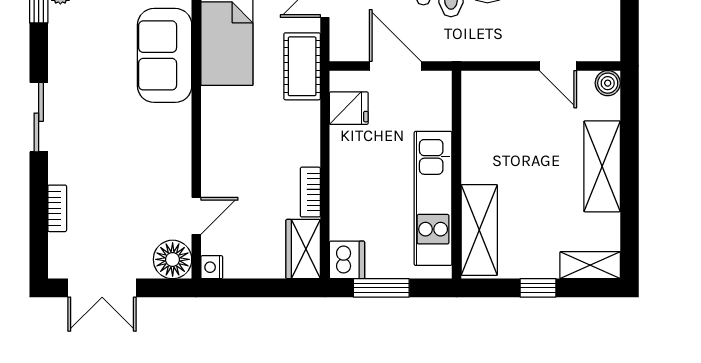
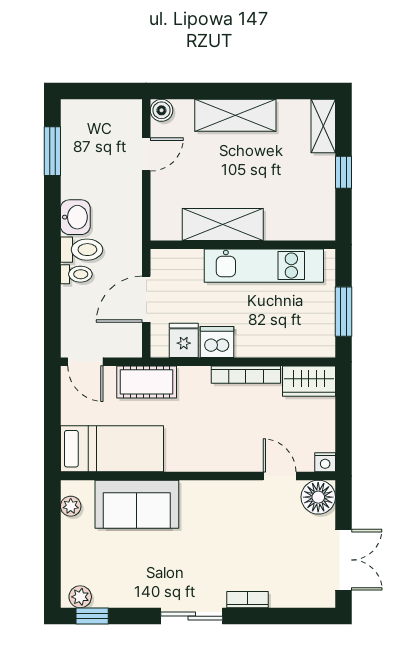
bookcase: (310, 192) -> (246, 375), width x1.56
bookcase: (57, 208) -> (248, 600), moved
shelving: (479, 230) -> (223, 224), moved
dishwasher: (347, 260) -> (217, 342), moved

